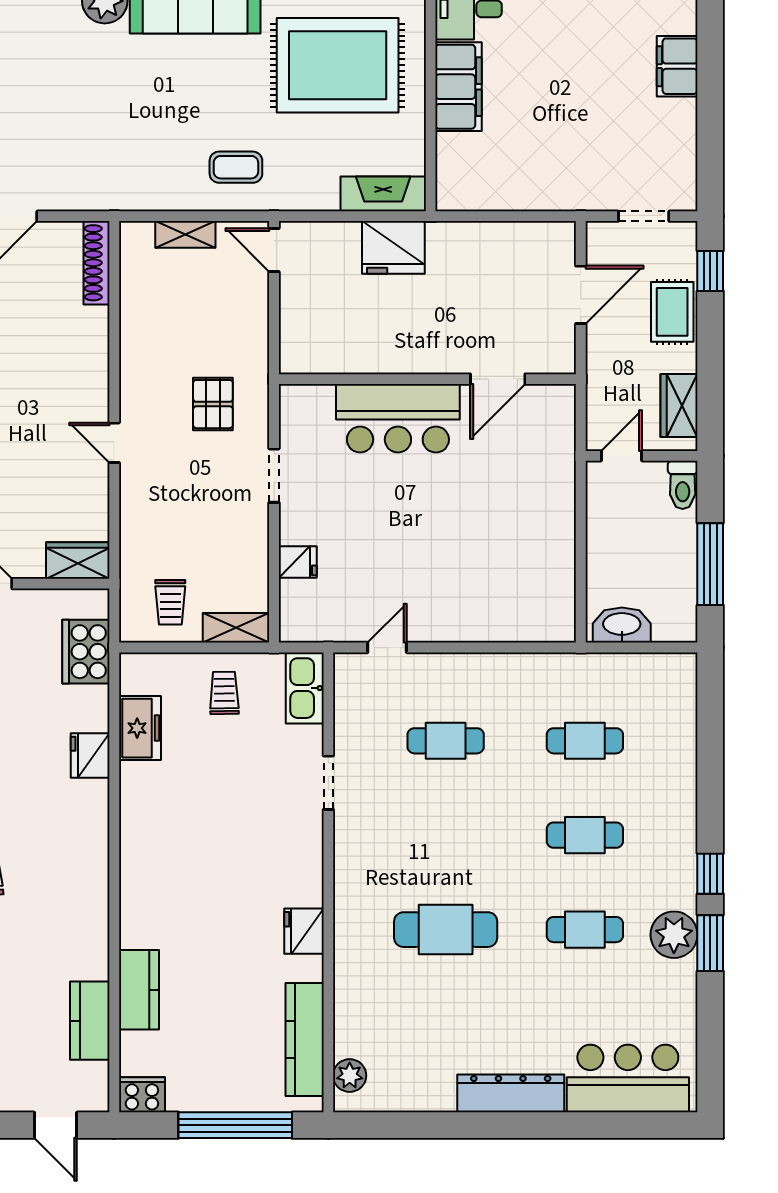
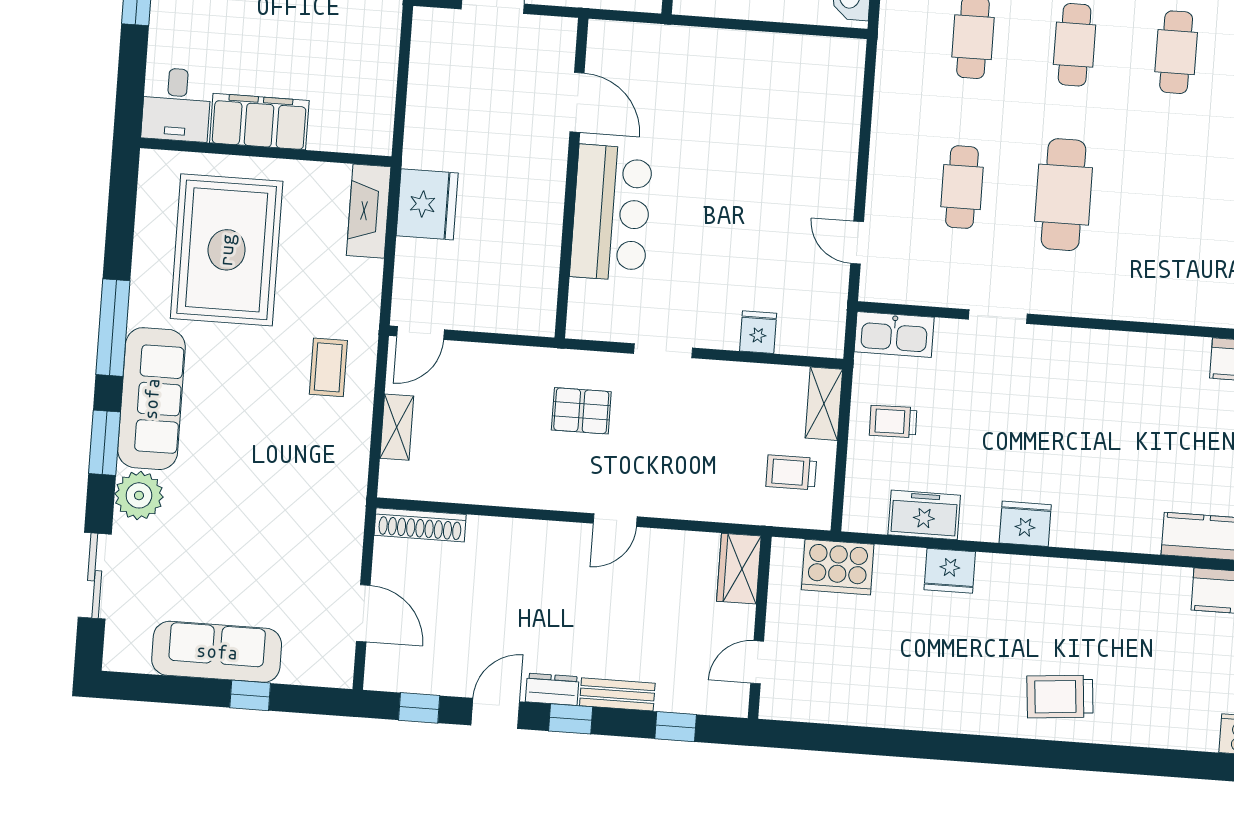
trolley: (170, 602) -> (791, 472), turned 180
cafe table: (446, 930) -> (1064, 195), moved
fridge: (304, 931) -> (1025, 524), moved, turned 180

